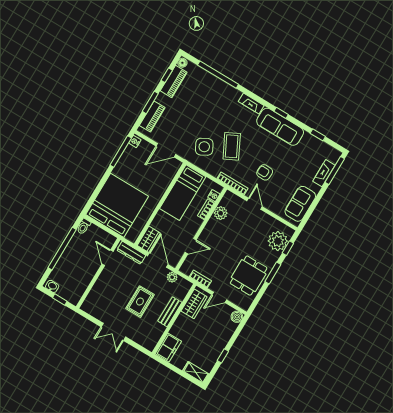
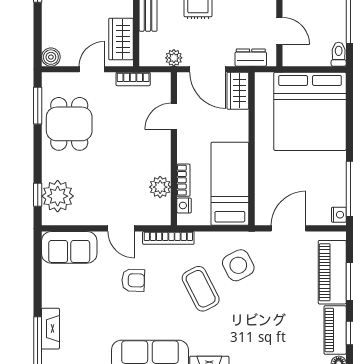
piano: (152, 117) -> (332, 272), width x1.37, depth x1.33
sofa: (300, 204) -> (69, 247), moved, turned 90
dresser: (131, 253) -> (251, 58), width x0.70
window: (273, 273) -> (38, 106), moved

